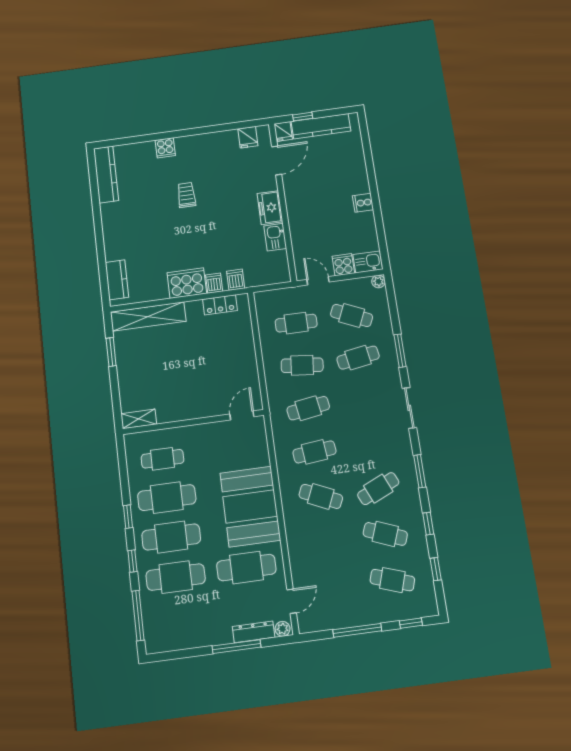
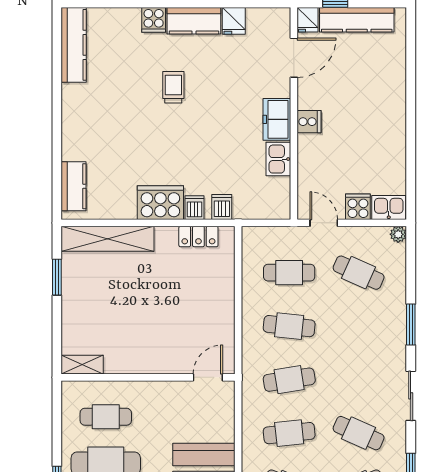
fridge: (248, 137) -> (234, 21), moved
kitchen counter: (196, 144) -> (194, 21), added
cooker: (363, 203) -> (309, 122), moved, turned 180
cafe table: (358, 358) -> (359, 433), moved, turned 33

